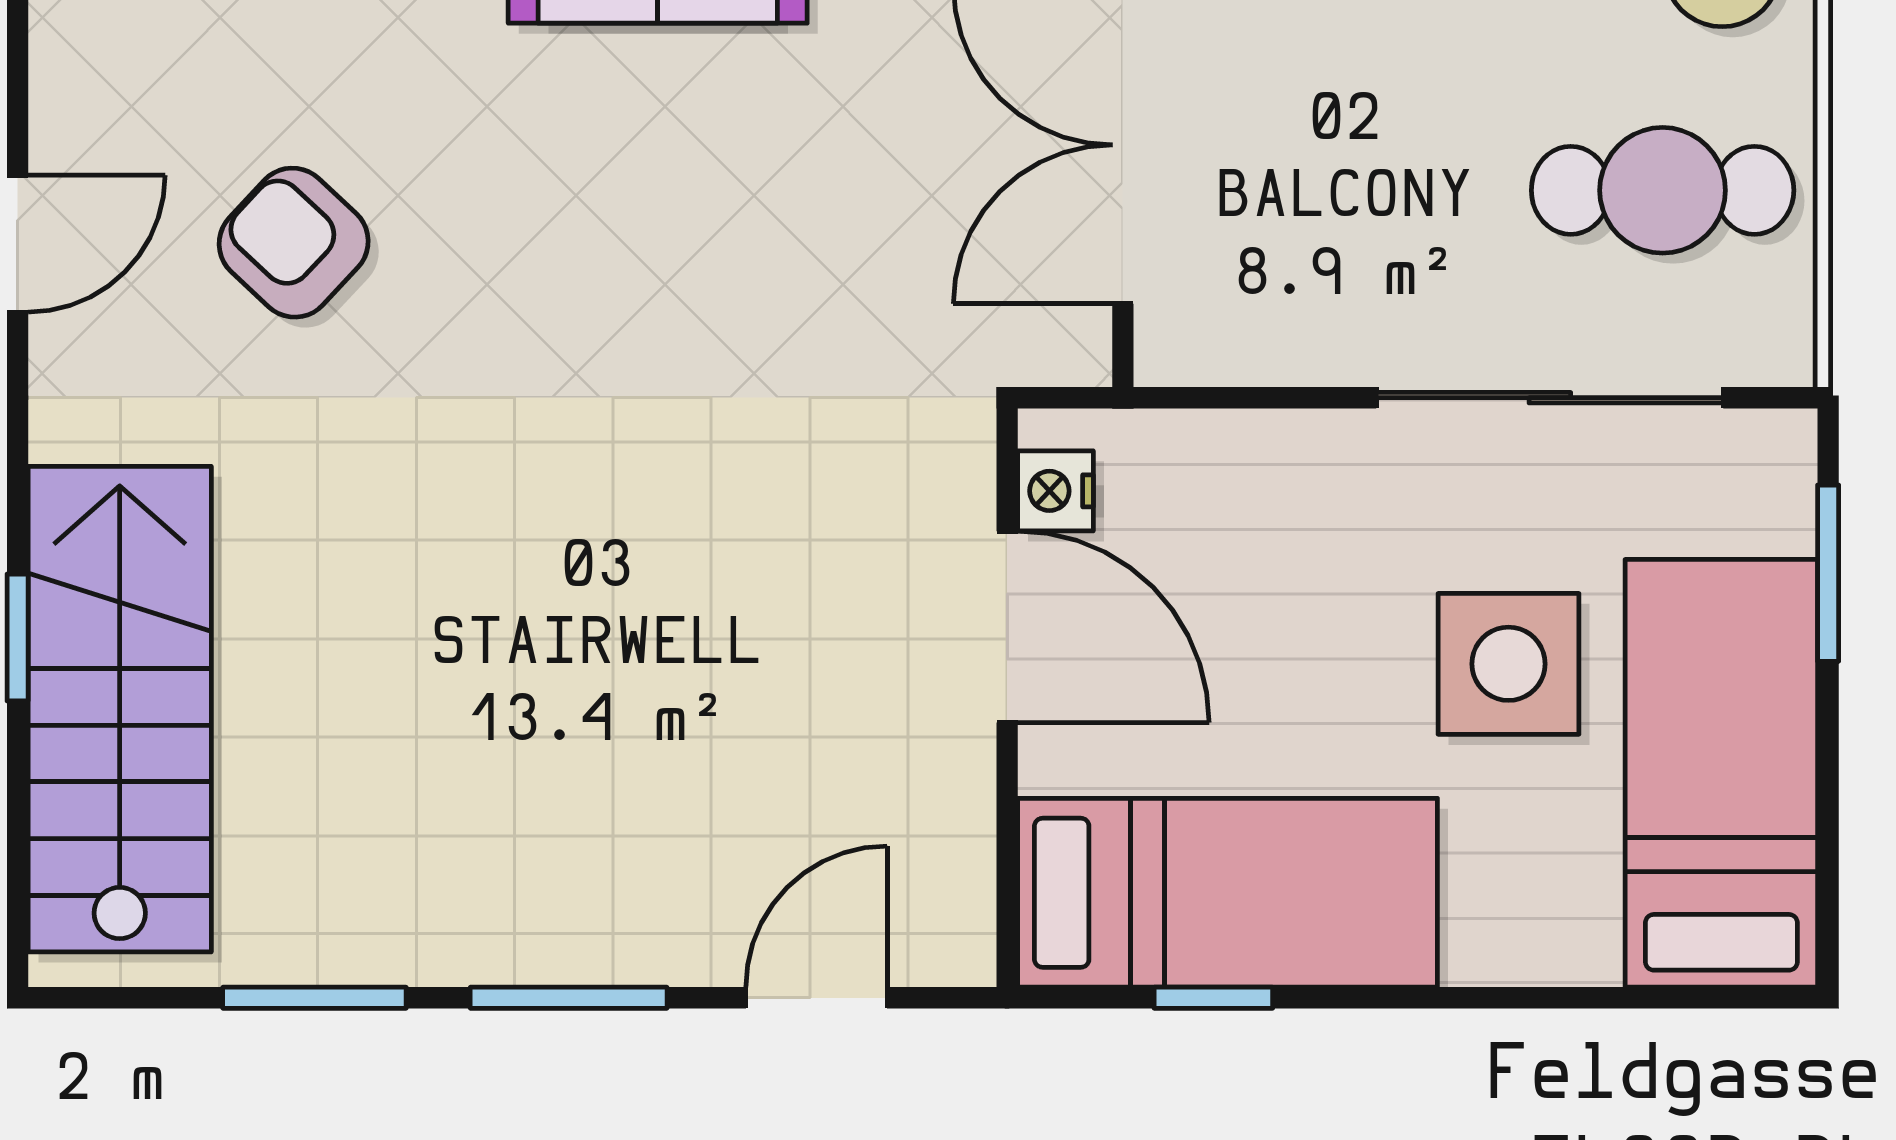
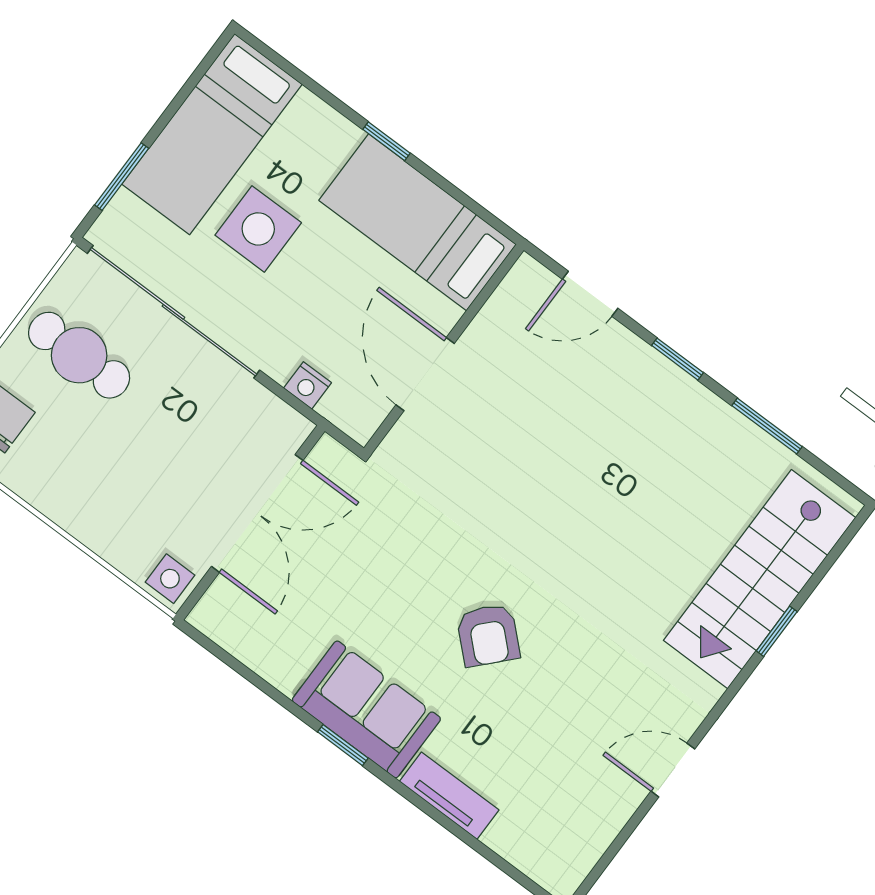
armchair: (294, 243) -> (488, 635), moved
sliding door: (1550, 398) -> (173, 312), width x1.36
nightstand: (1055, 491) -> (307, 385), moved, turned 90
window: (569, 998) -> (677, 359), width x0.67
window: (1213, 998) -> (386, 141), moved

